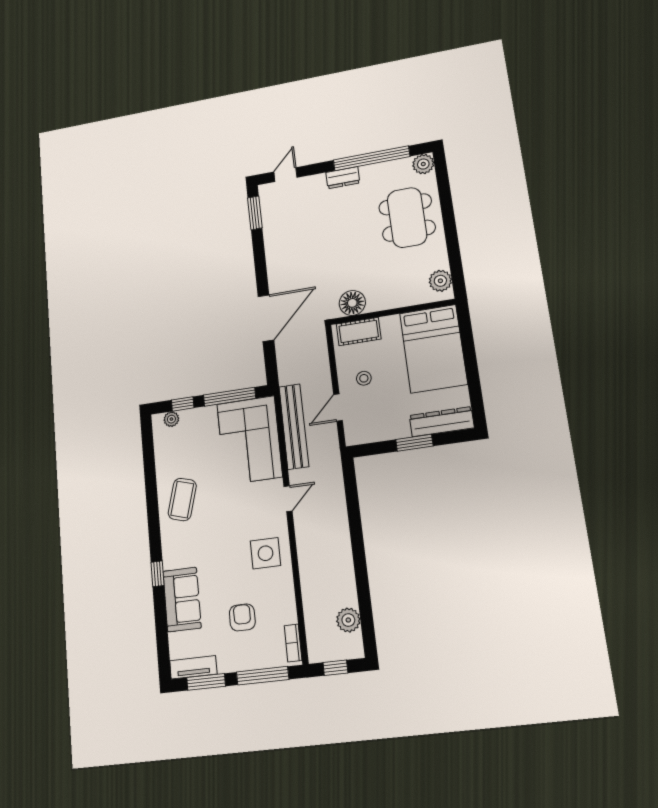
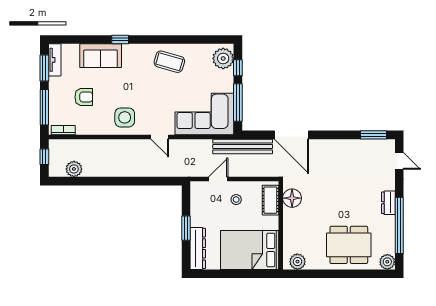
door: (338, 408) -> (218, 179), hinge flipped
plant: (171, 419) -> (223, 58), width x1.87, depth x1.87
bench: (294, 426) -> (243, 147), moved

